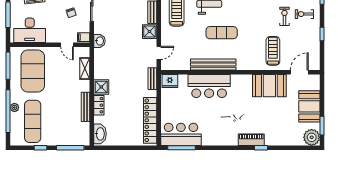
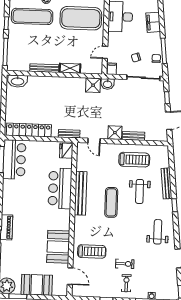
shelving: (85, 68) -> (70, 68), moved
shower: (101, 87) -> (93, 85), moved
locker: (99, 105) -> (45, 81), removed

